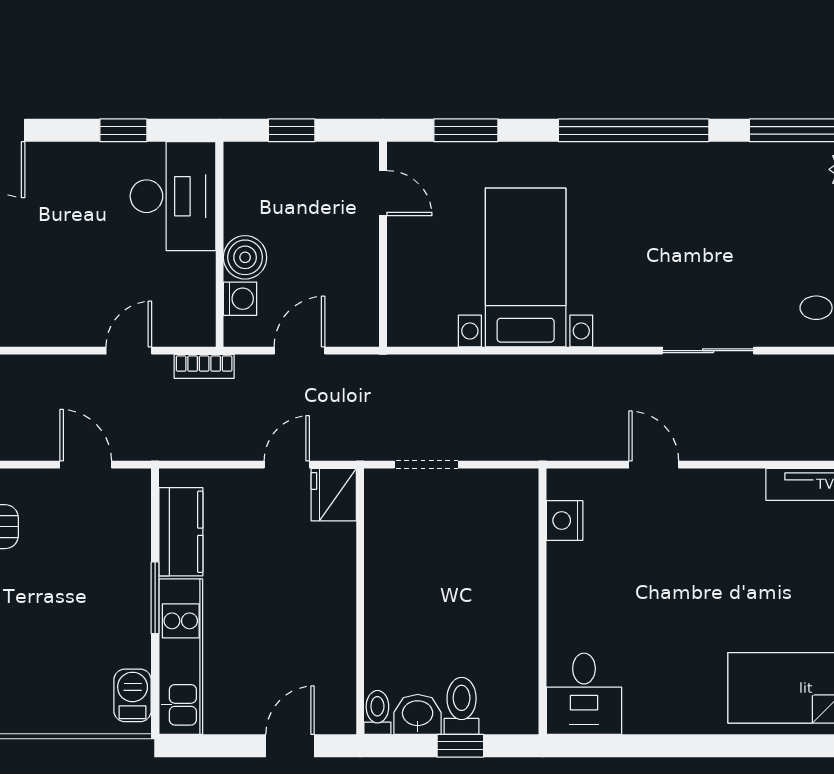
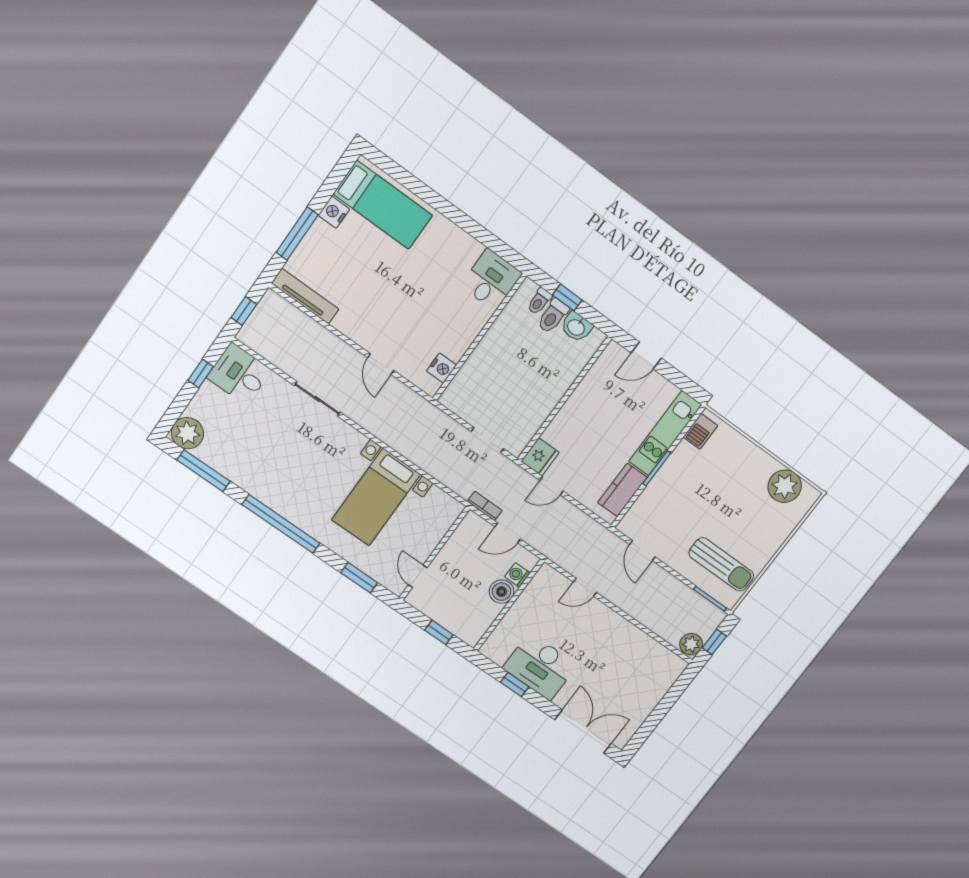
desk: (173, 196) -> (540, 667), moved, turned -90
bookcase: (204, 366) -> (485, 506), moved
toilet: (377, 712) -> (539, 301), moved

